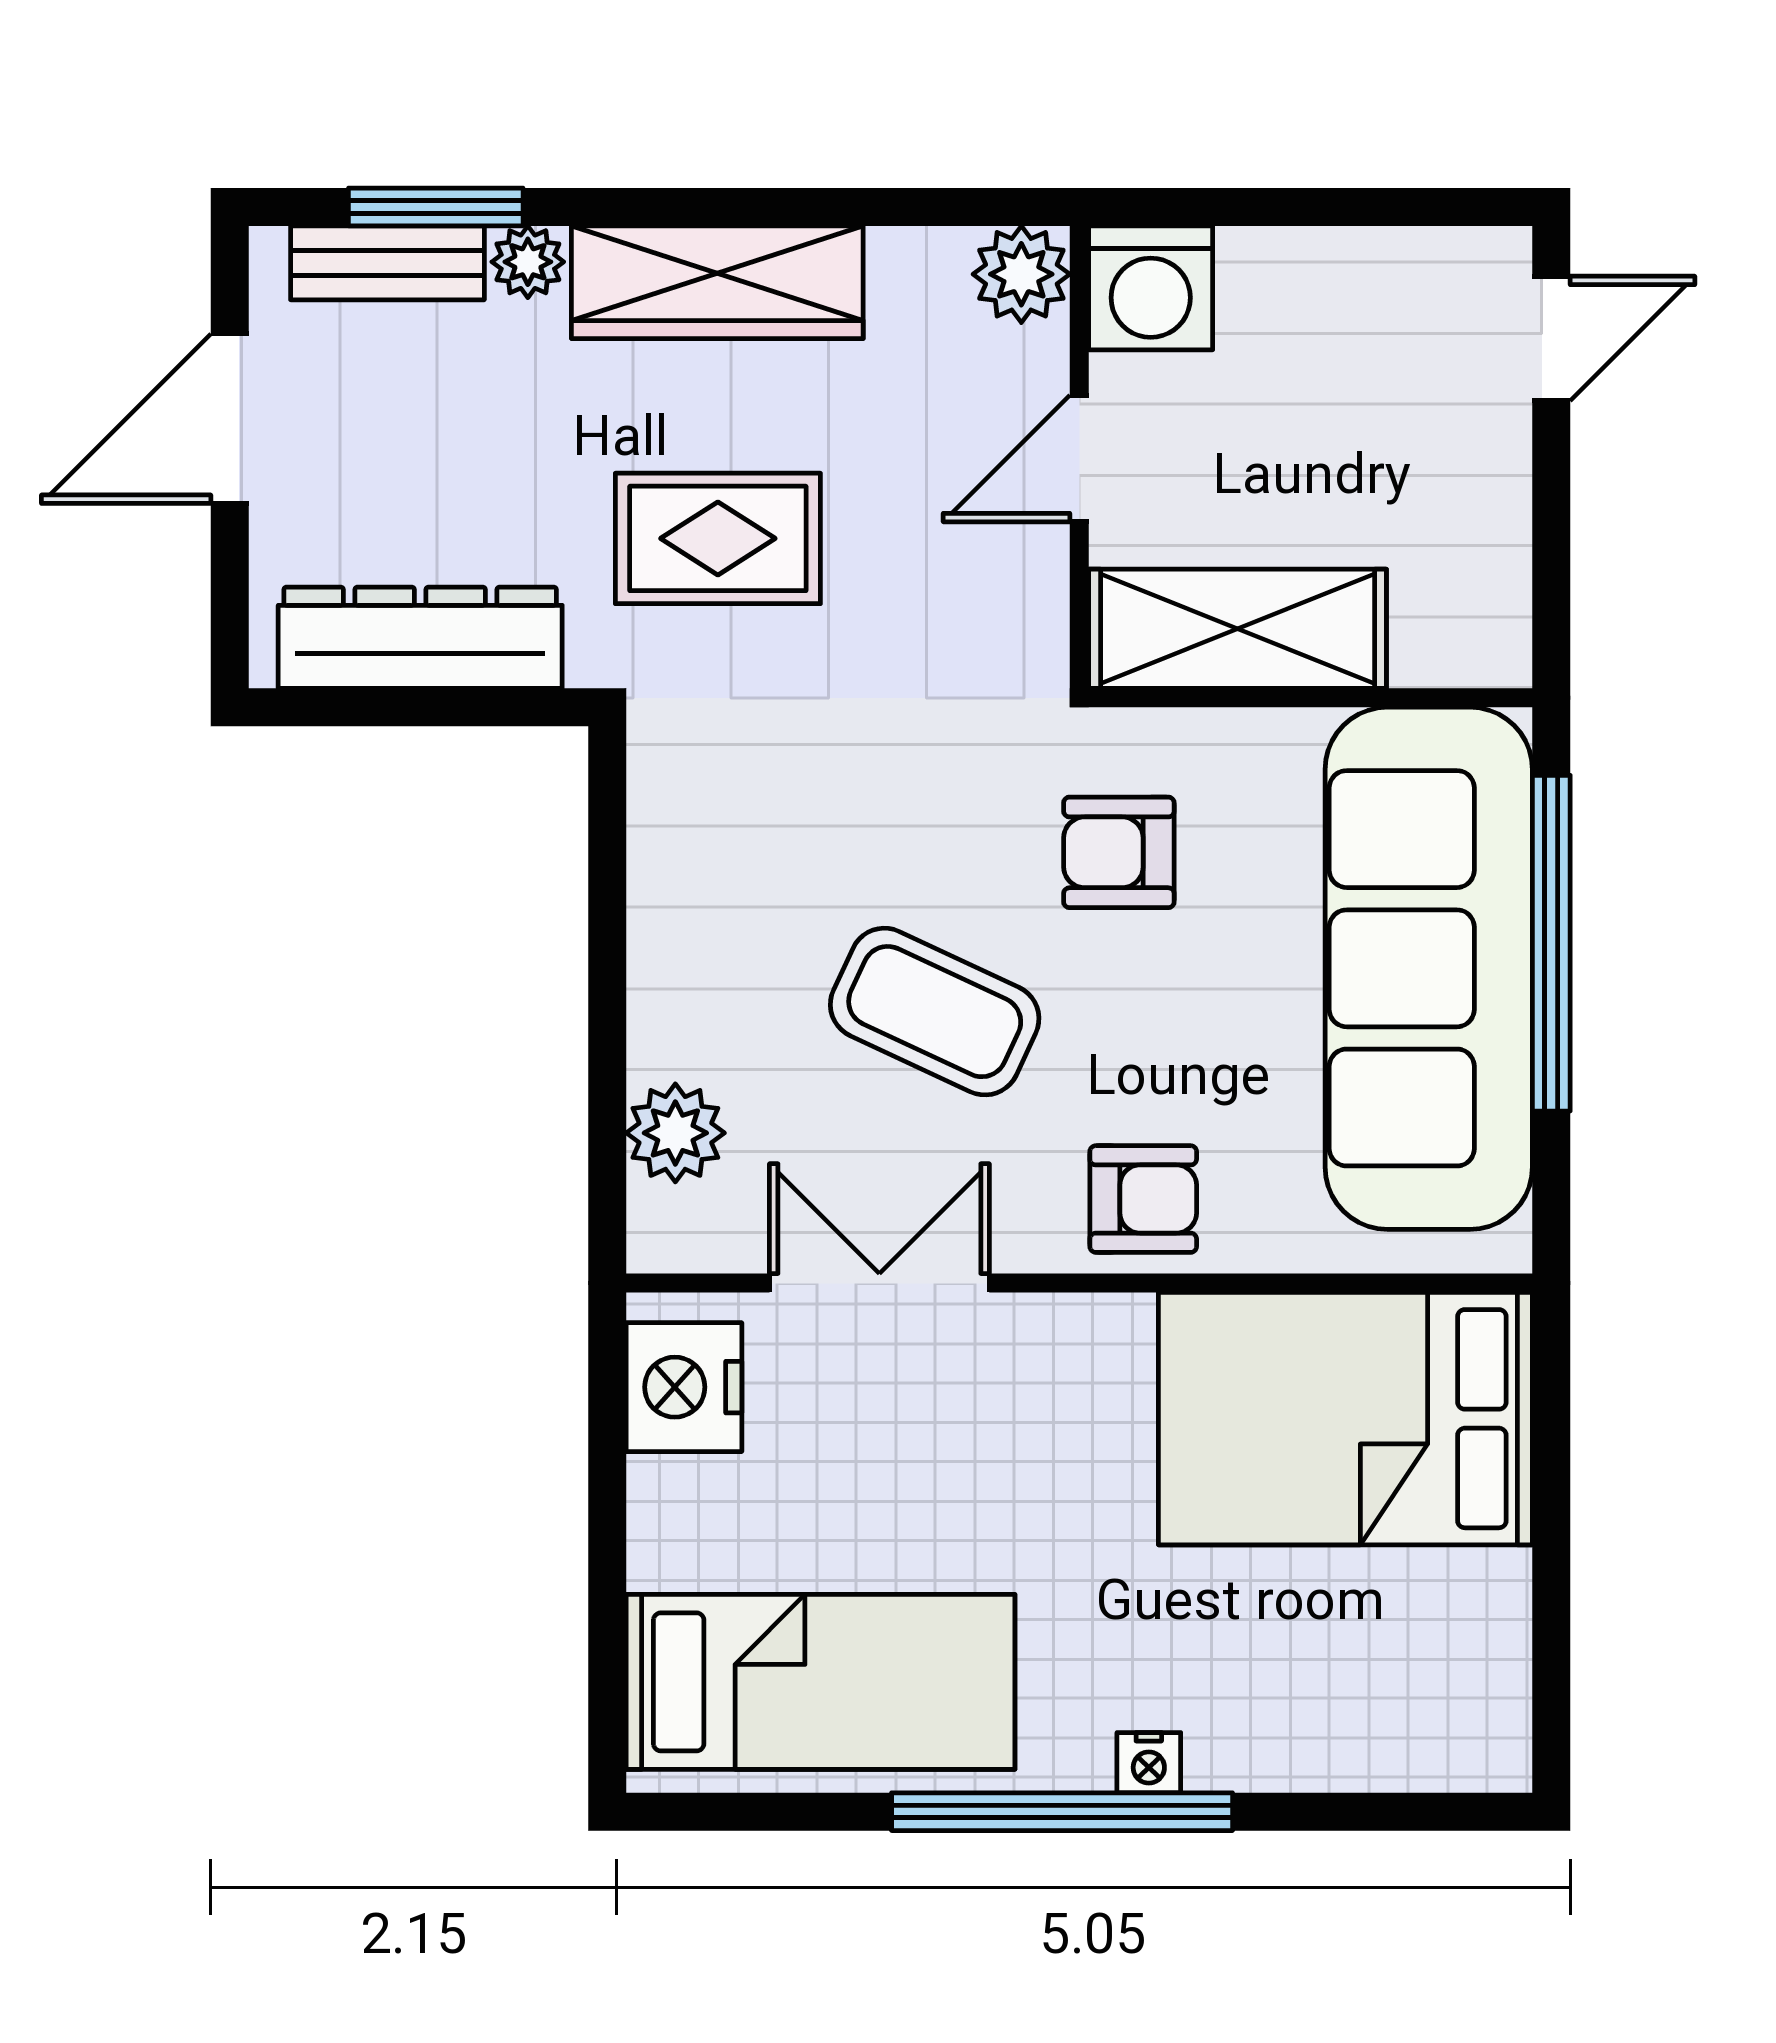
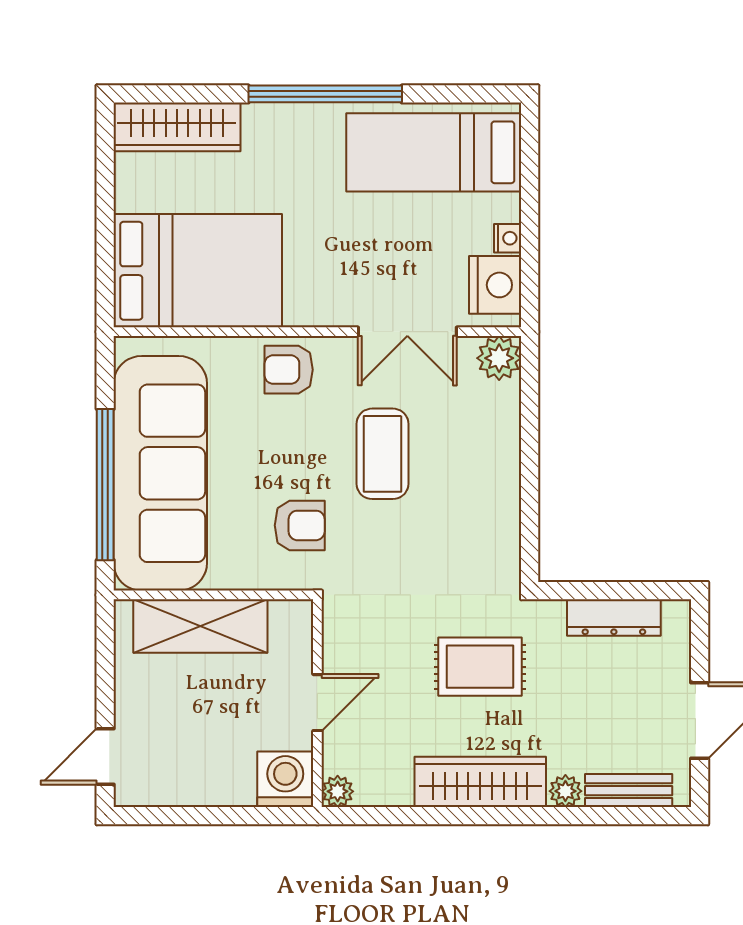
window: (436, 207) -> (607, 816), removed
plant: (1021, 274) -> (338, 791), width x0.73, depth x0.73
shelving: (1238, 629) -> (200, 626), moved
dresser: (420, 638) -> (614, 618), width x0.73, depth x0.80
coffee table: (935, 1012) -> (382, 454), turned 65
plant: (675, 1133) -> (499, 358), moved
wardrobe: (1392, 1738) -> (177, 127), added
nightstand: (1149, 1763) -> (508, 238), moved, turned 90

